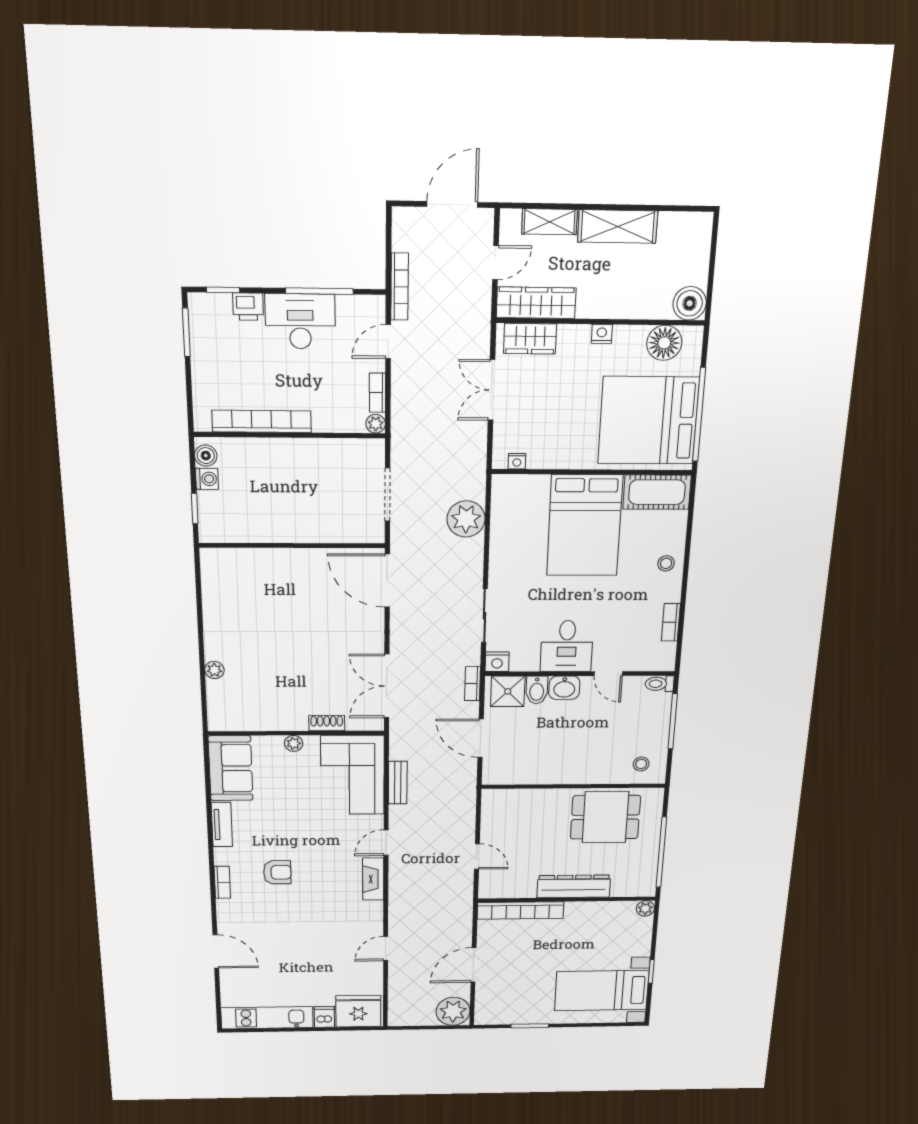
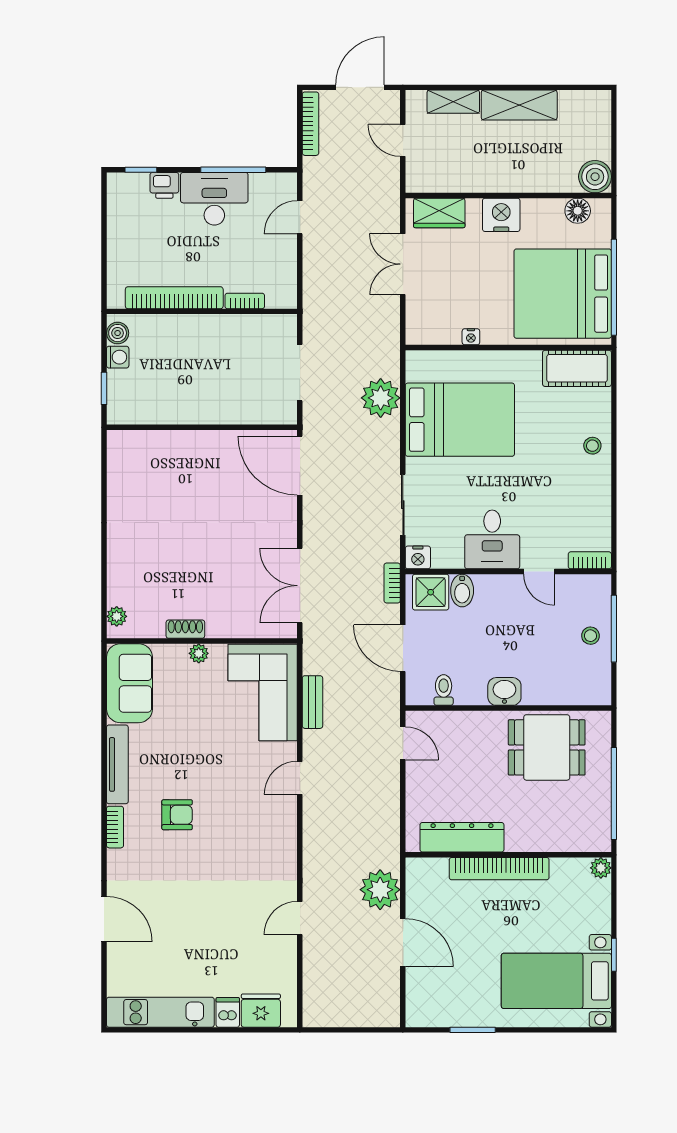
door: (495, 263) -> (403, 140), swing flipped
bookcase: (400, 287) -> (310, 124), moved
wardrobe: (536, 303) -> (444, 178), removed
window: (186, 332) -> (104, 211), removed
nightstand: (602, 334) -> (501, 215), width x1.89, depth x1.79
floor lamp: (664, 343) -> (578, 211), width x0.73, depth x0.73
bookcase: (377, 393) -> (245, 301), moved, turned 90
plant: (376, 424) -> (288, 299), removed
nightstand: (517, 461) -> (471, 337), moved
bed: (584, 526) -> (460, 420), moved, turned -90
bookcase: (671, 622) -> (590, 560), moved, turned 90
plant: (214, 670) -> (117, 616), moved
toilet: (660, 684) -> (444, 690), moved, turned 90
washbasin: (564, 688) -> (504, 691), moved, turned 180
shoe rack: (327, 723) -> (185, 629), moved
stool: (641, 764) -> (590, 636), moved
tv unit: (222, 825) -> (117, 764), width x1.41
door: (477, 857) -> (403, 743), moved
fireplace: (373, 879) -> (285, 825), removed
dresser: (574, 886) -> (462, 837), moved
bookcase: (520, 910) -> (499, 869), moved
door: (474, 965) -> (403, 942), swing flipped
fridge: (358, 1011) -> (261, 1011), width x0.73, depth x0.75
plant: (453, 1011) -> (380, 890), moved

